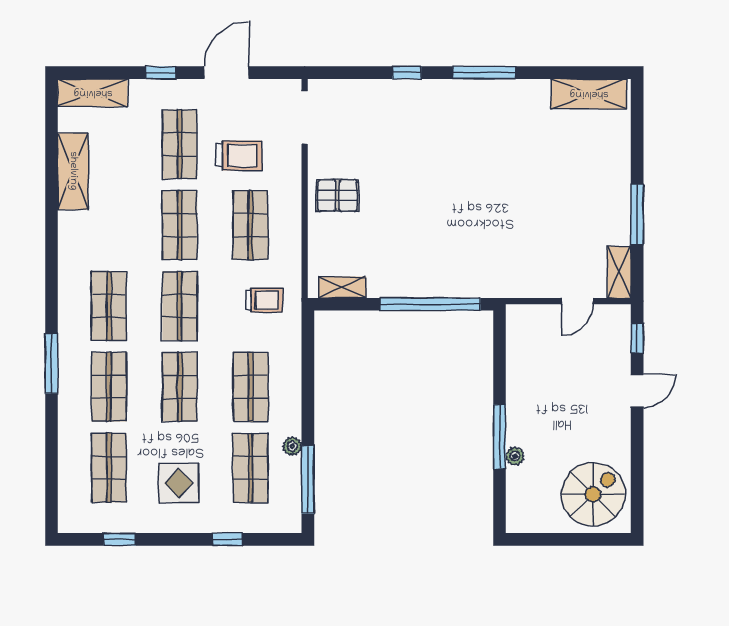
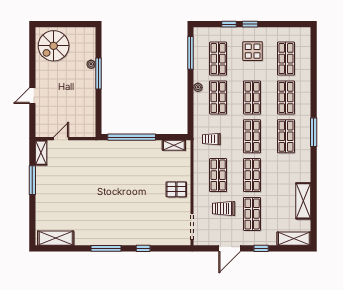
window: (637, 338) -> (32, 121), removed
window: (51, 363) -> (314, 132), moved
plant: (292, 446) -> (198, 87), moved
window: (120, 539) -> (250, 24), moved

